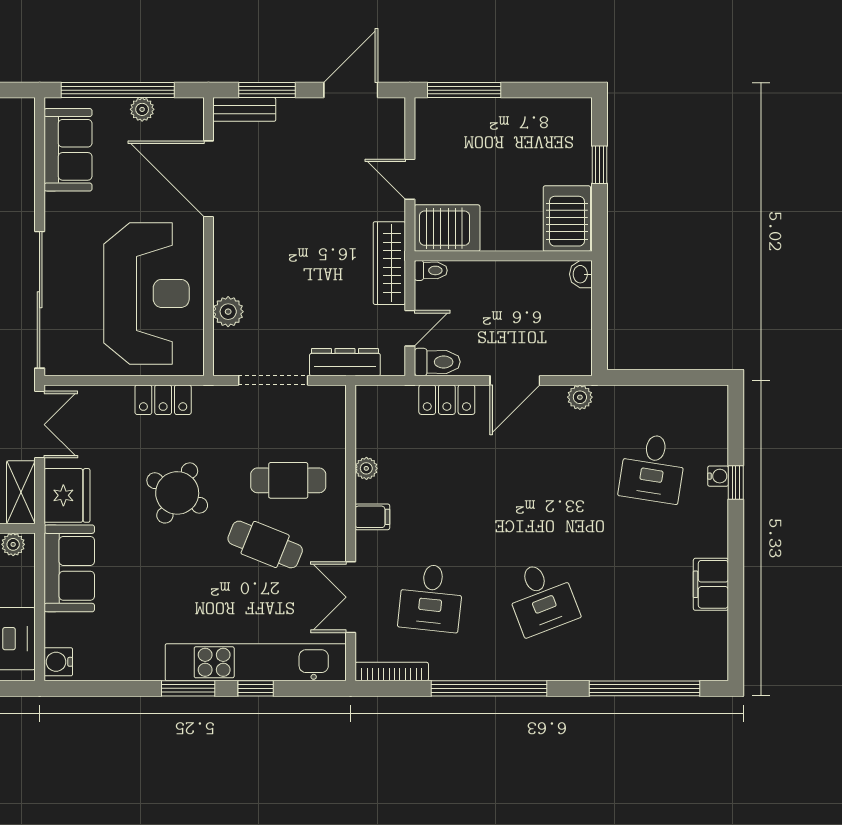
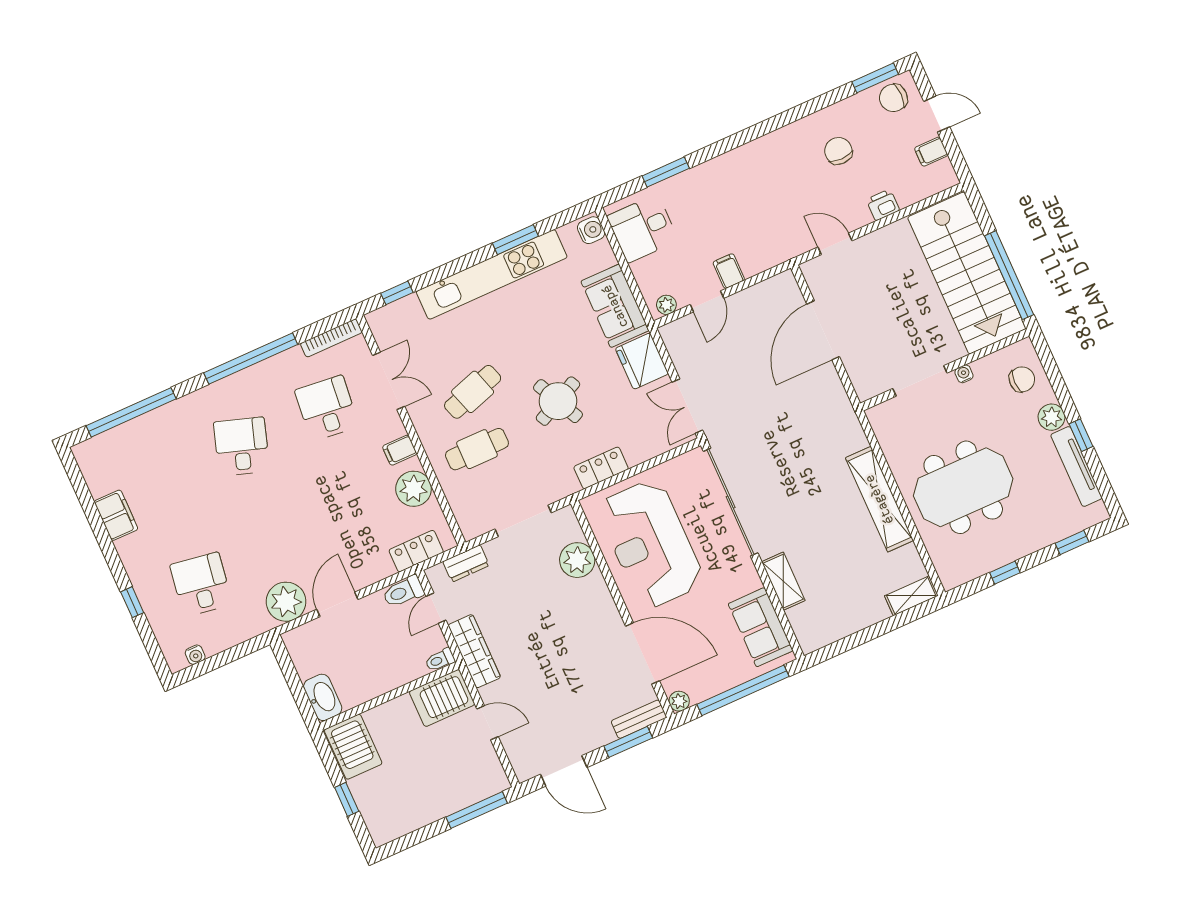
door: (351, 90) -> (564, 771), hinge flipped
plant: (142, 109) -> (679, 701), moved
washbasin: (581, 274) -> (323, 697), width x1.91, depth x1.45
plant: (228, 312) -> (577, 560), width x1.36, depth x1.36
dresser: (345, 362) -> (466, 563), width x0.70
plant: (580, 397) -> (286, 602), width x1.88, depth x1.88
locker: (447, 400) -> (416, 551), moved
plant: (366, 468) -> (414, 489), width x1.88, depth x1.88
water cooler: (718, 476) -> (195, 655), moved, turned -90
shelving: (21, 492) -> (783, 581), moved
round table: (177, 493) -> (558, 401), turned 35
cafe table: (265, 544) -> (473, 392), turned -40
desk: (542, 598) -> (242, 447), turned 39
kitchen unit: (256, 662) -> (492, 274), moved
window: (188, 688) -> (515, 240), moved
window: (256, 688) -> (397, 293), moved

